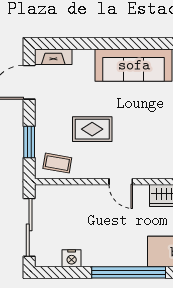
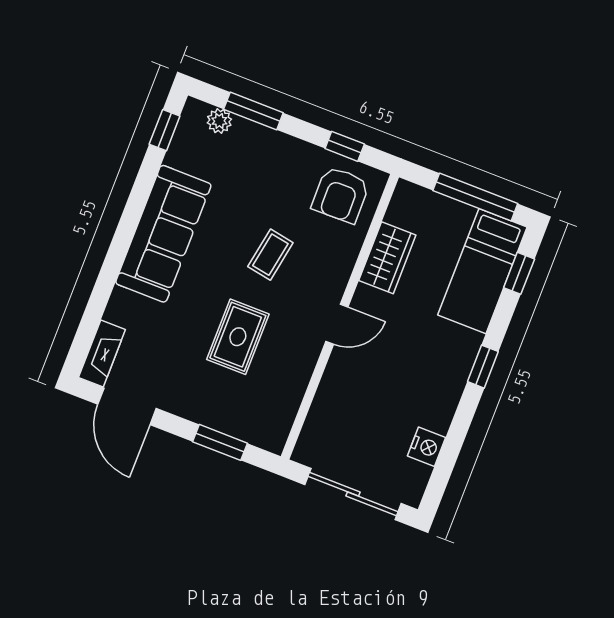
coffee table: (57, 163) -> (270, 255), moved
window: (129, 272) -> (483, 367), width x0.32

